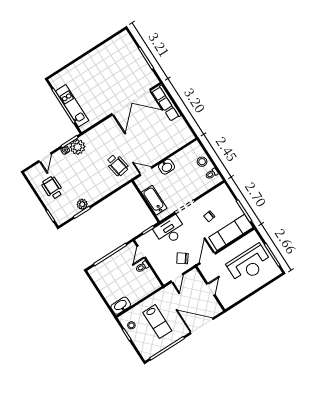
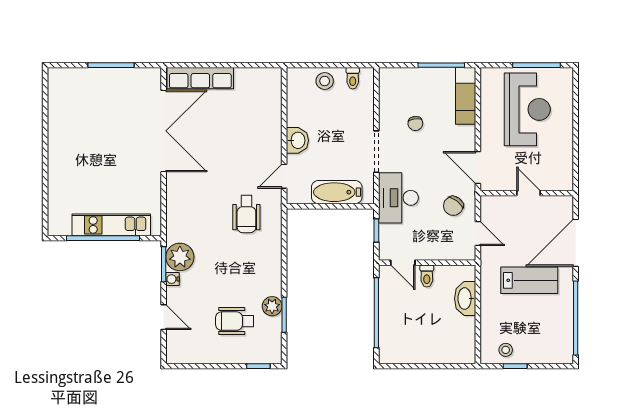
wheelchair: (117, 165) -> (246, 214), turned 100
wheelchair: (52, 188) -> (235, 321), moved
exam couch: (231, 232) -> (466, 96), width x0.73, depth x0.69
washbasin: (121, 306) -> (465, 299), moved
lab bench: (157, 322) -> (529, 280), moved

